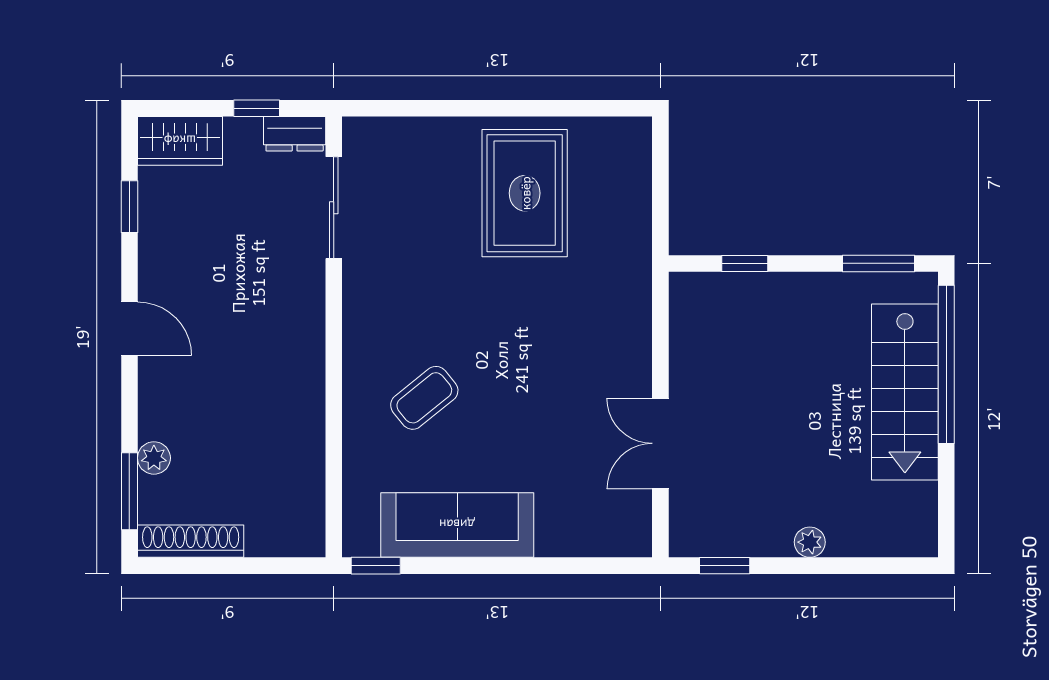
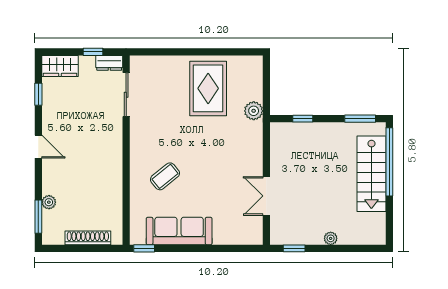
plant: (631, 245) -> (254, 111), added
shoe rack: (191, 541) -> (88, 238), moved

